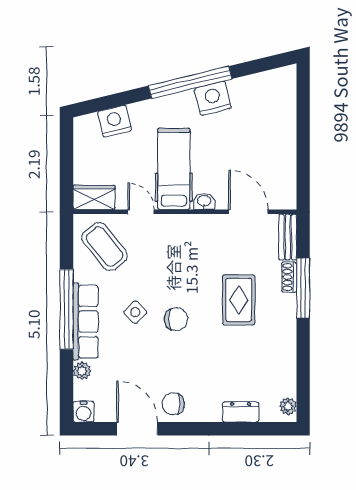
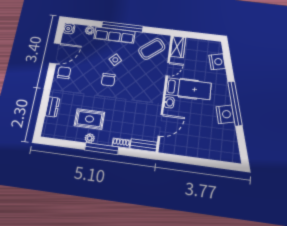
window: (303, 288) -> (102, 149), moved
rug: (239, 300) -> (89, 119), moved
plant: (288, 406) -> (90, 138), moved

